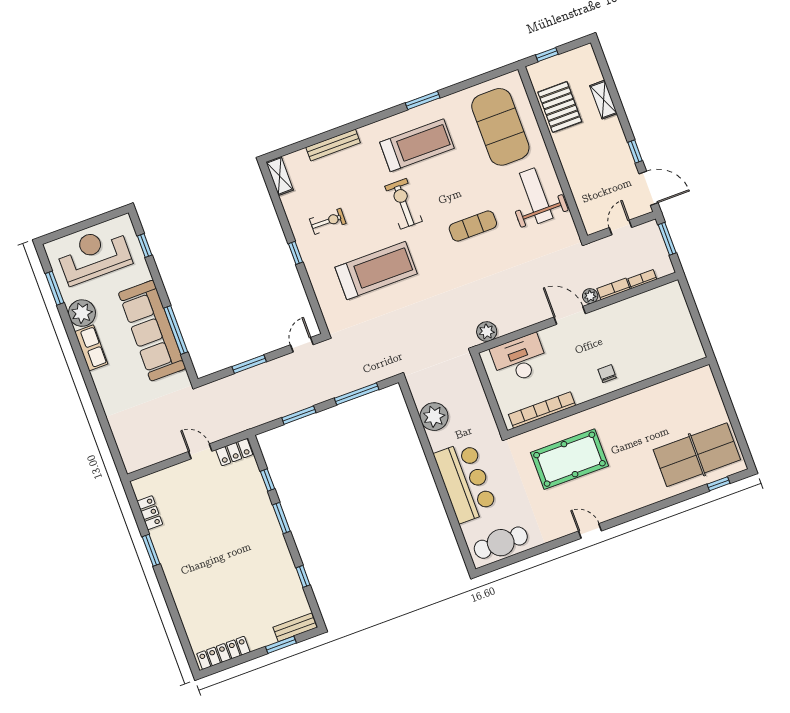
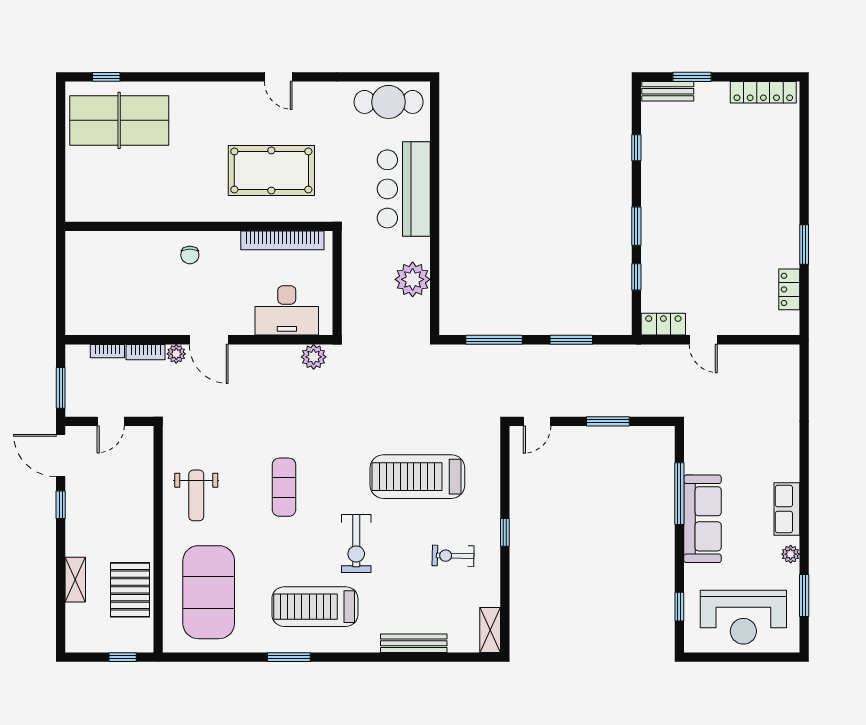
weight bench: (536, 196) -> (196, 495), width x0.73, depth x0.75
exercise mat: (473, 226) -> (284, 487), turned 90
plant: (82, 313) -> (791, 554), width x0.53, depth x0.53
sofa: (152, 331) -> (703, 519), width x0.74, depth x0.79

